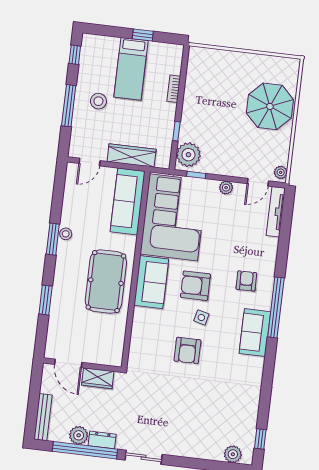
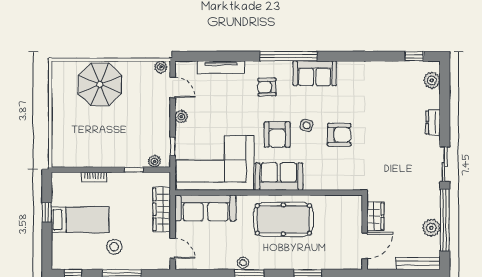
plant: (188, 155) -> (154, 161), width x0.53, depth x0.53
tv unit: (276, 212) -> (221, 67), moved
dresser: (102, 440) -> (433, 122), moved

